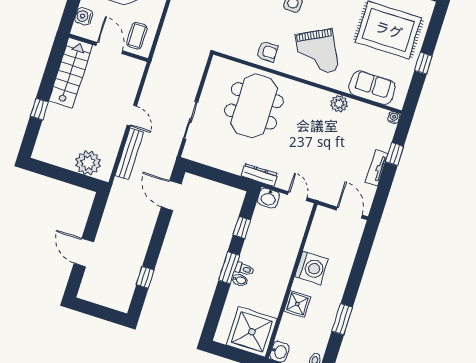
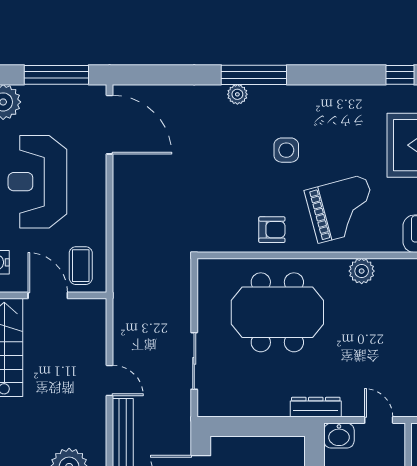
grand piano: (317, 52) -> (342, 209), turned -78
plant: (339, 104) -> (362, 271), moved
meeting table: (254, 106) -> (277, 312), turned 90

